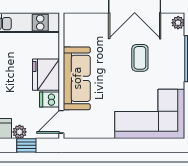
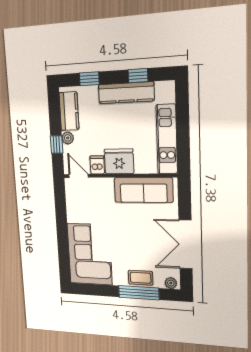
coffee table: (140, 58) -> (141, 278), moved
sofa: (77, 78) -> (143, 190), moved

